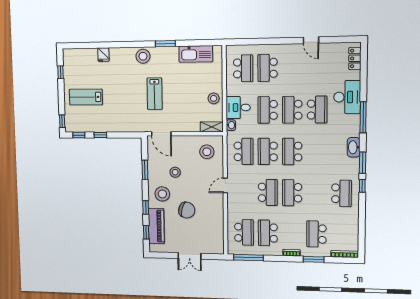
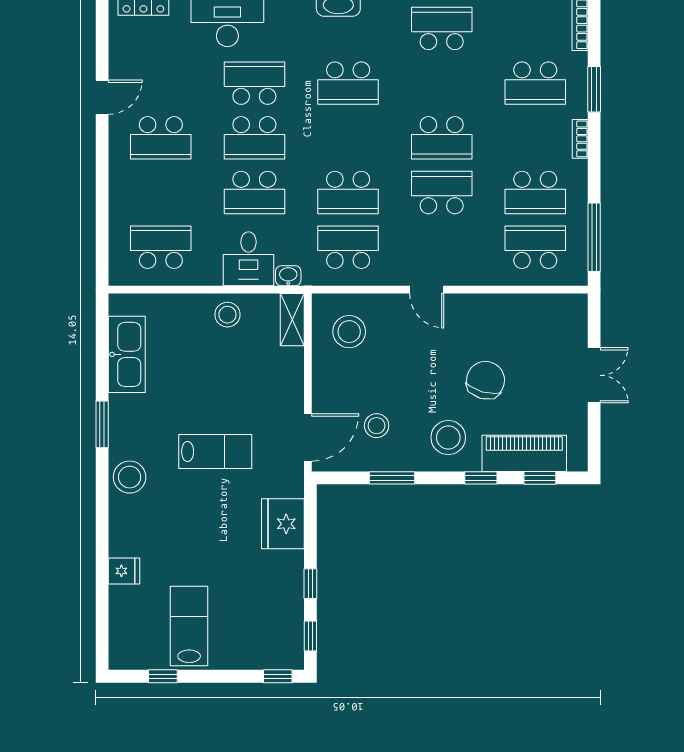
school desk: (268, 68) -> (161, 138), moved
lab bench: (86, 97) -> (189, 626), moved, turned 180
fridge: (125, 123) -> (283, 524), added
school desk: (292, 151) -> (348, 83), moved
stool: (175, 172) -> (377, 426), moved

